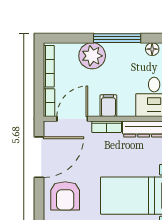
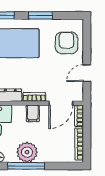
plant: (92, 56) -> (27, 152), moved
door: (39, 157) -> (87, 73), width x0.53

